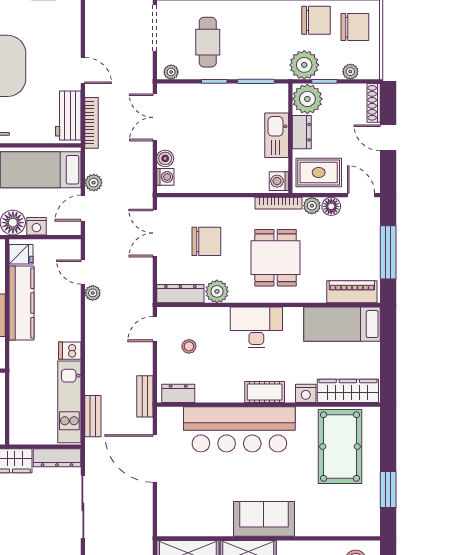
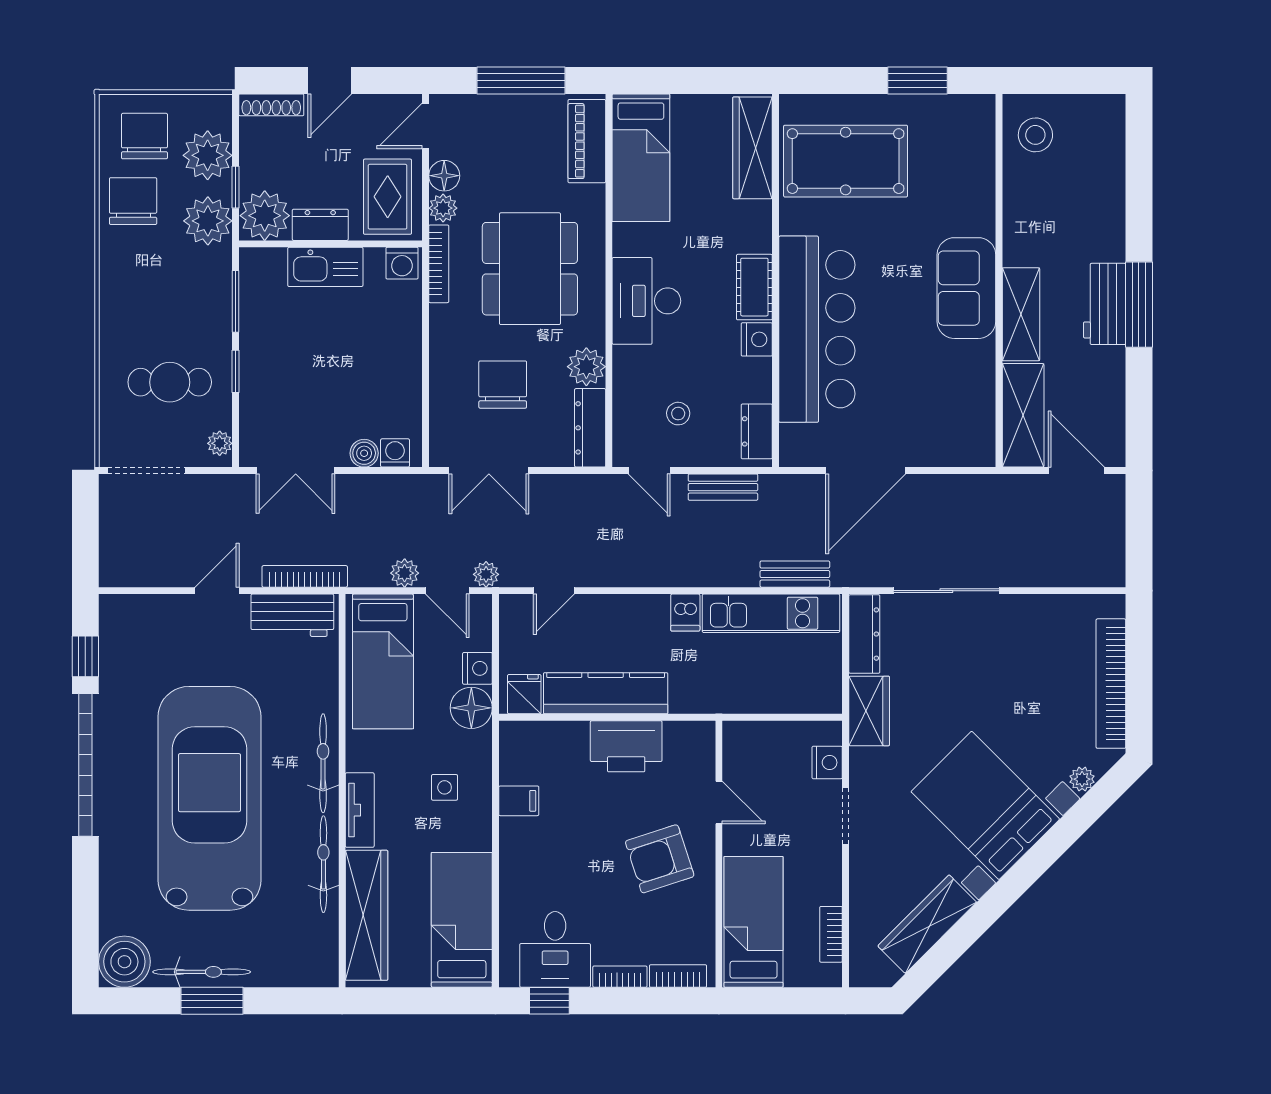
plant: (350, 72) -> (208, 155), width x1.87, depth x1.87
dining table: (276, 258) -> (530, 269), width x1.38
plant: (93, 293) -> (486, 574), moved
nightstand: (306, 393) -> (757, 339), moved
bench: (145, 396) -> (723, 487), moved

